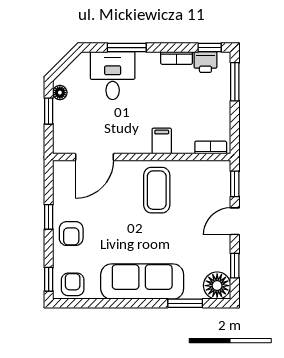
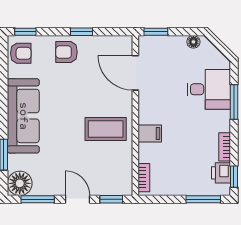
window: (49, 111) -> (156, 32), moved
window: (235, 266) -> (38, 199), width x1.50

